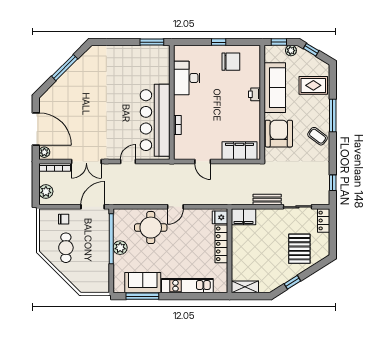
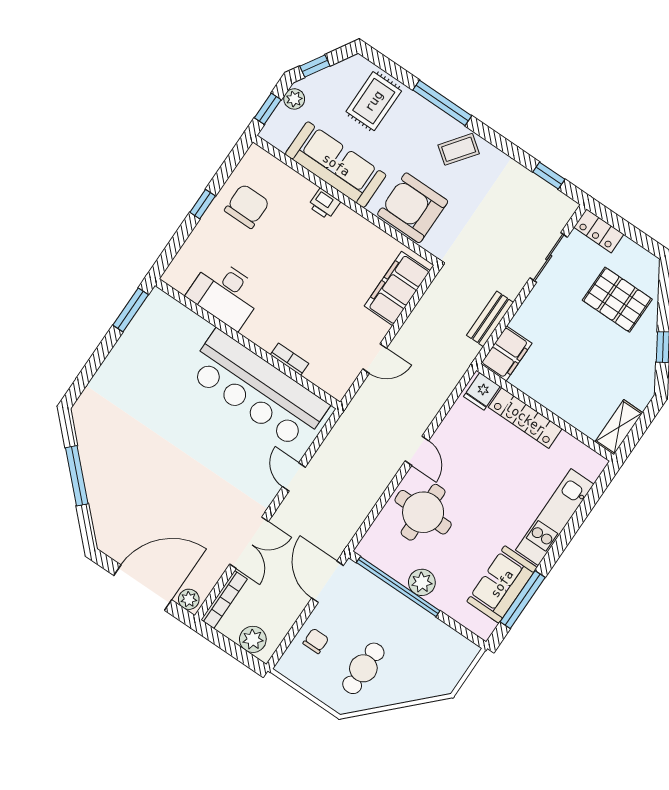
bench: (267, 200) -> (490, 319), moved
cafe table: (66, 248) -> (363, 668), turned 90

